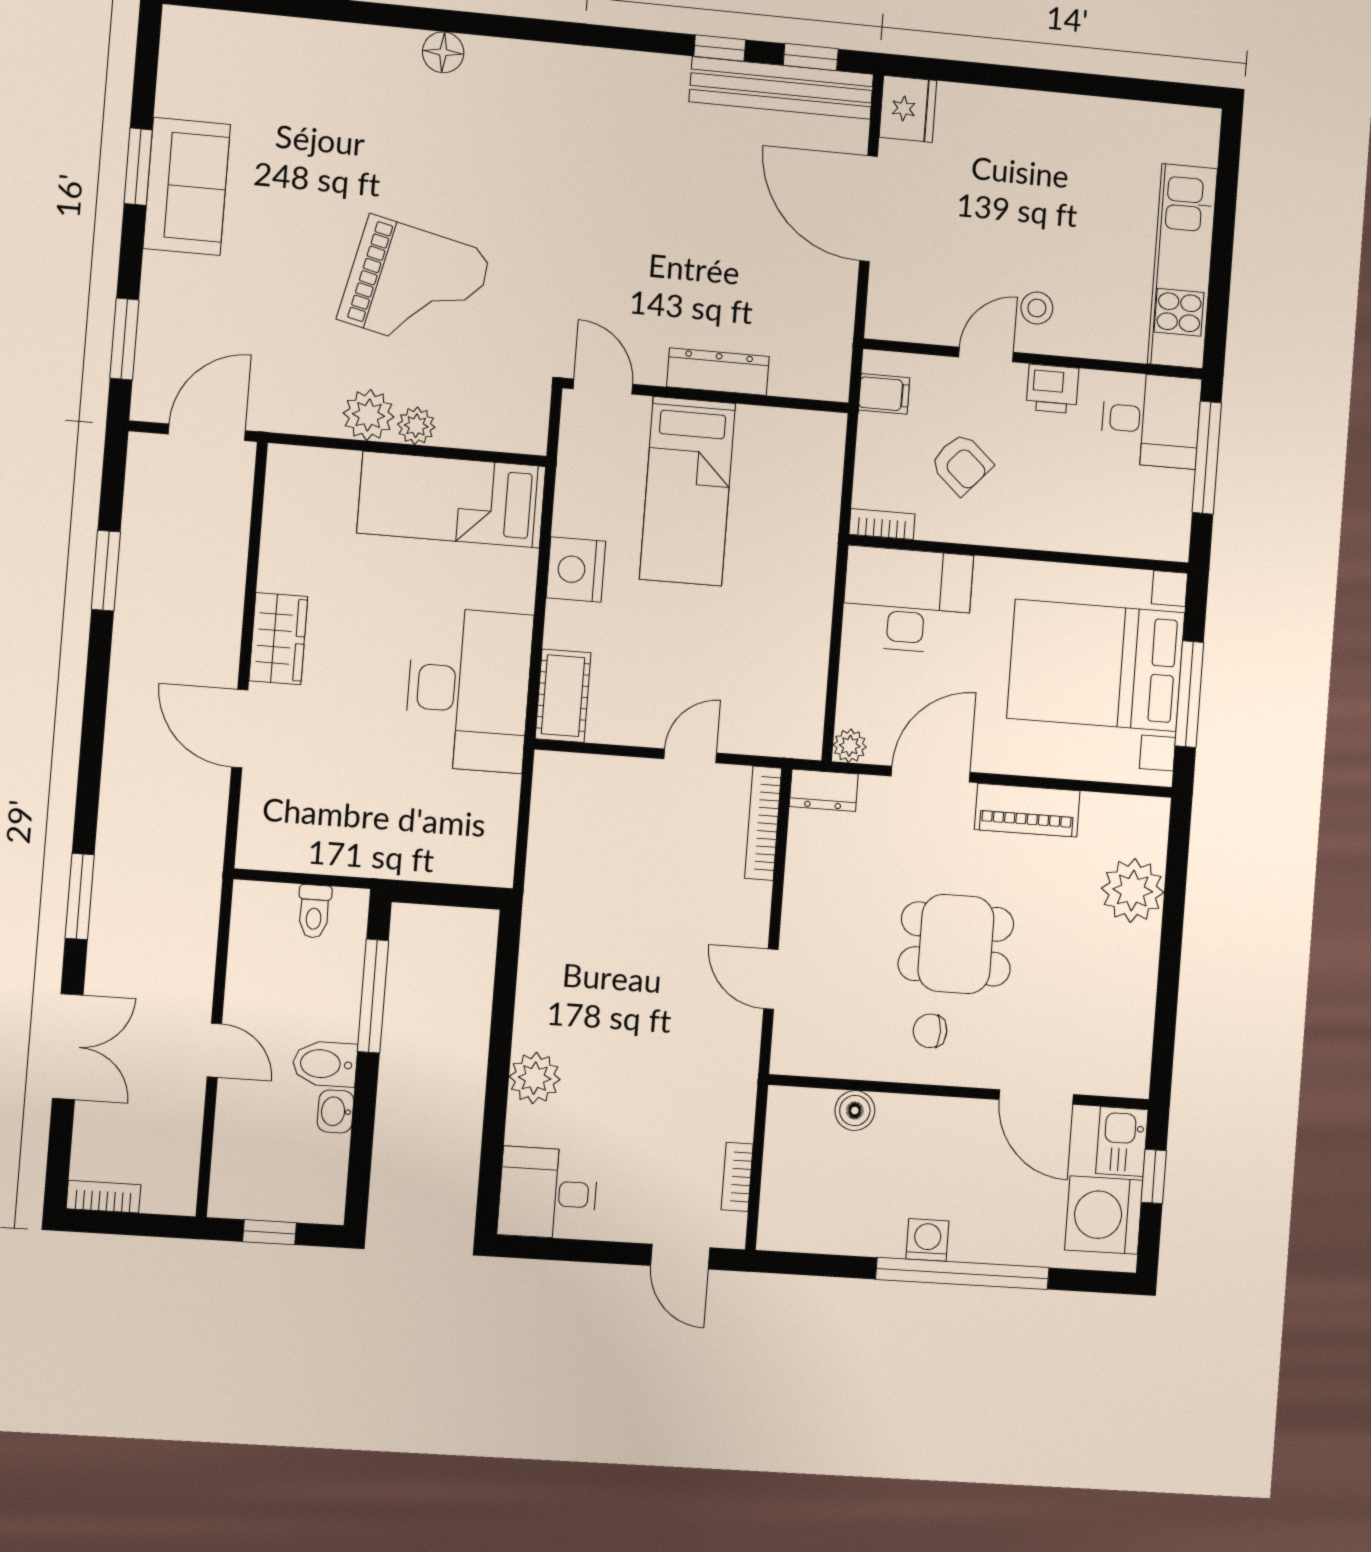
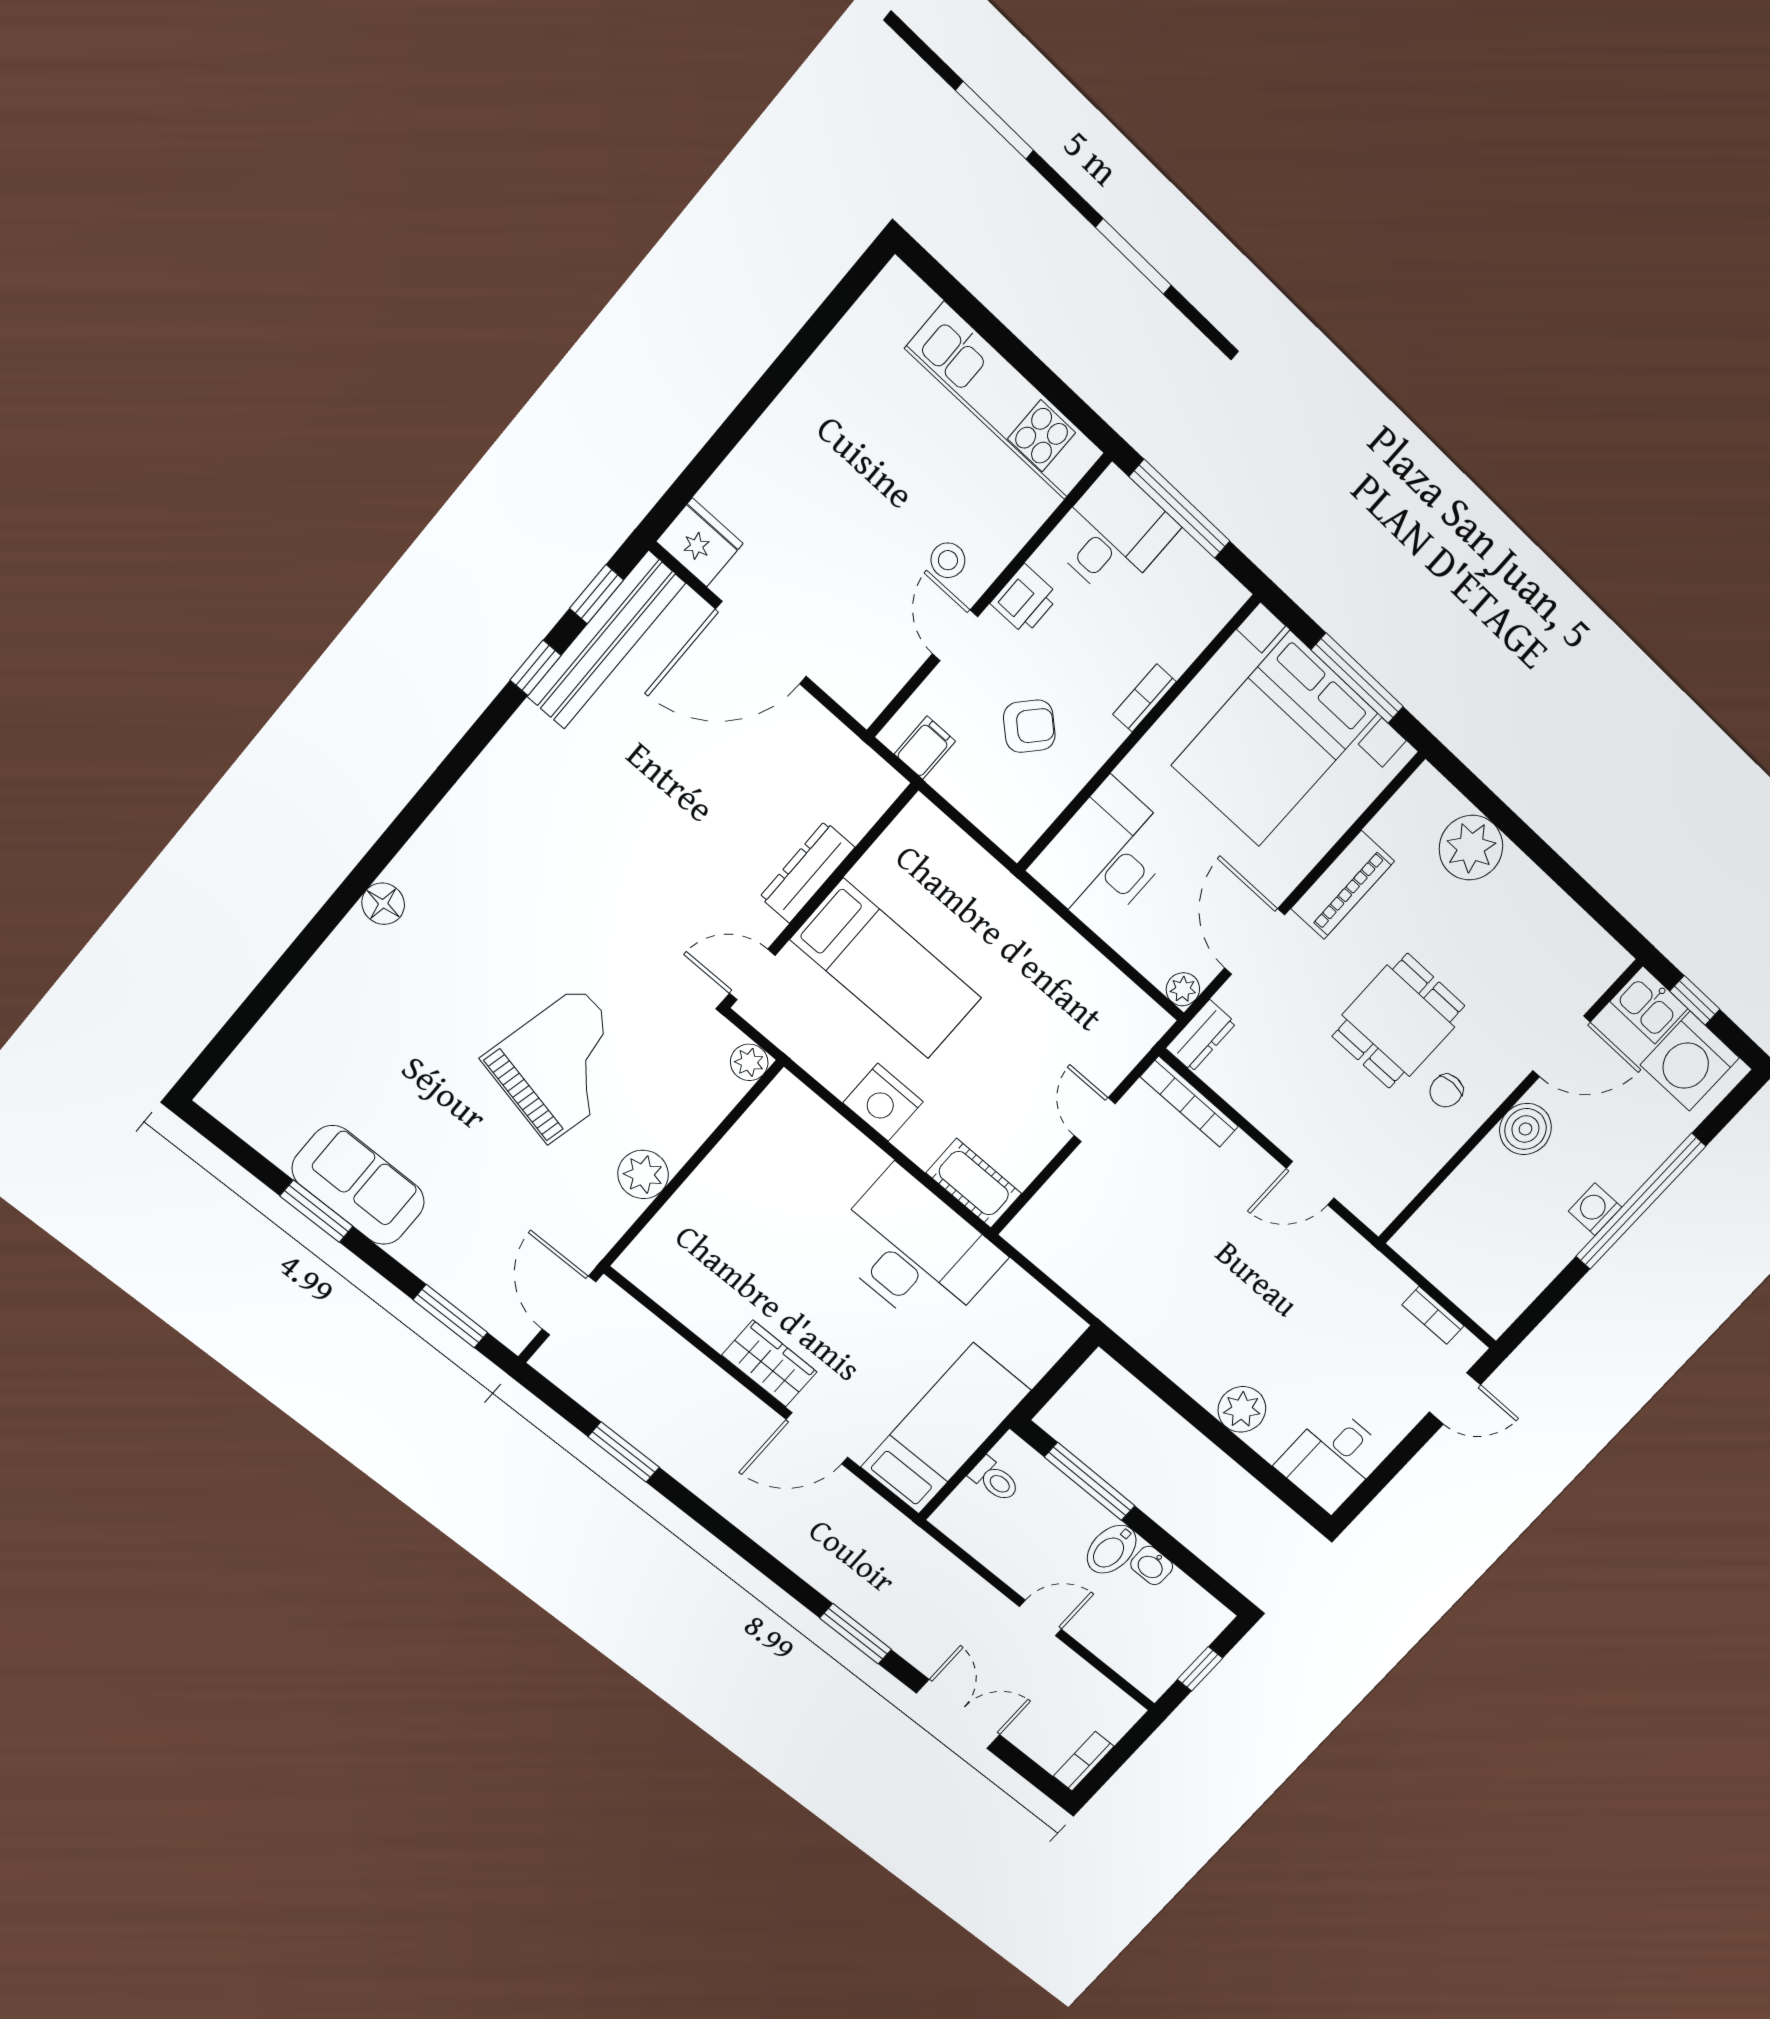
plant: (416, 426) -> (749, 1062), moved
bed: (451, 500) -> (946, 1429), moved, turned 180
bookcase: (882, 524) -> (1144, 698), moved
boiler: (855, 1111) -> (1525, 1129), moved, width x1.36, depth x1.36

